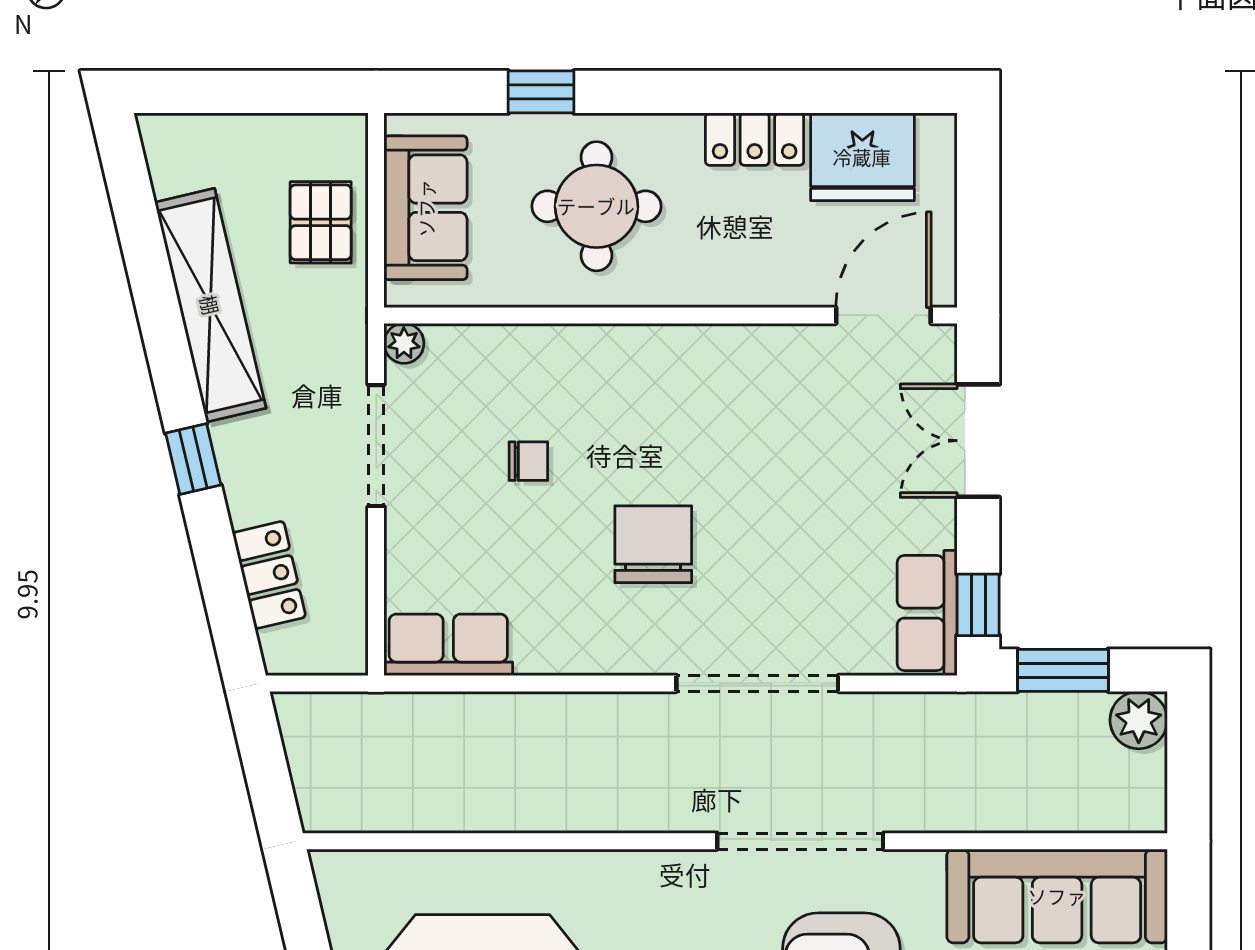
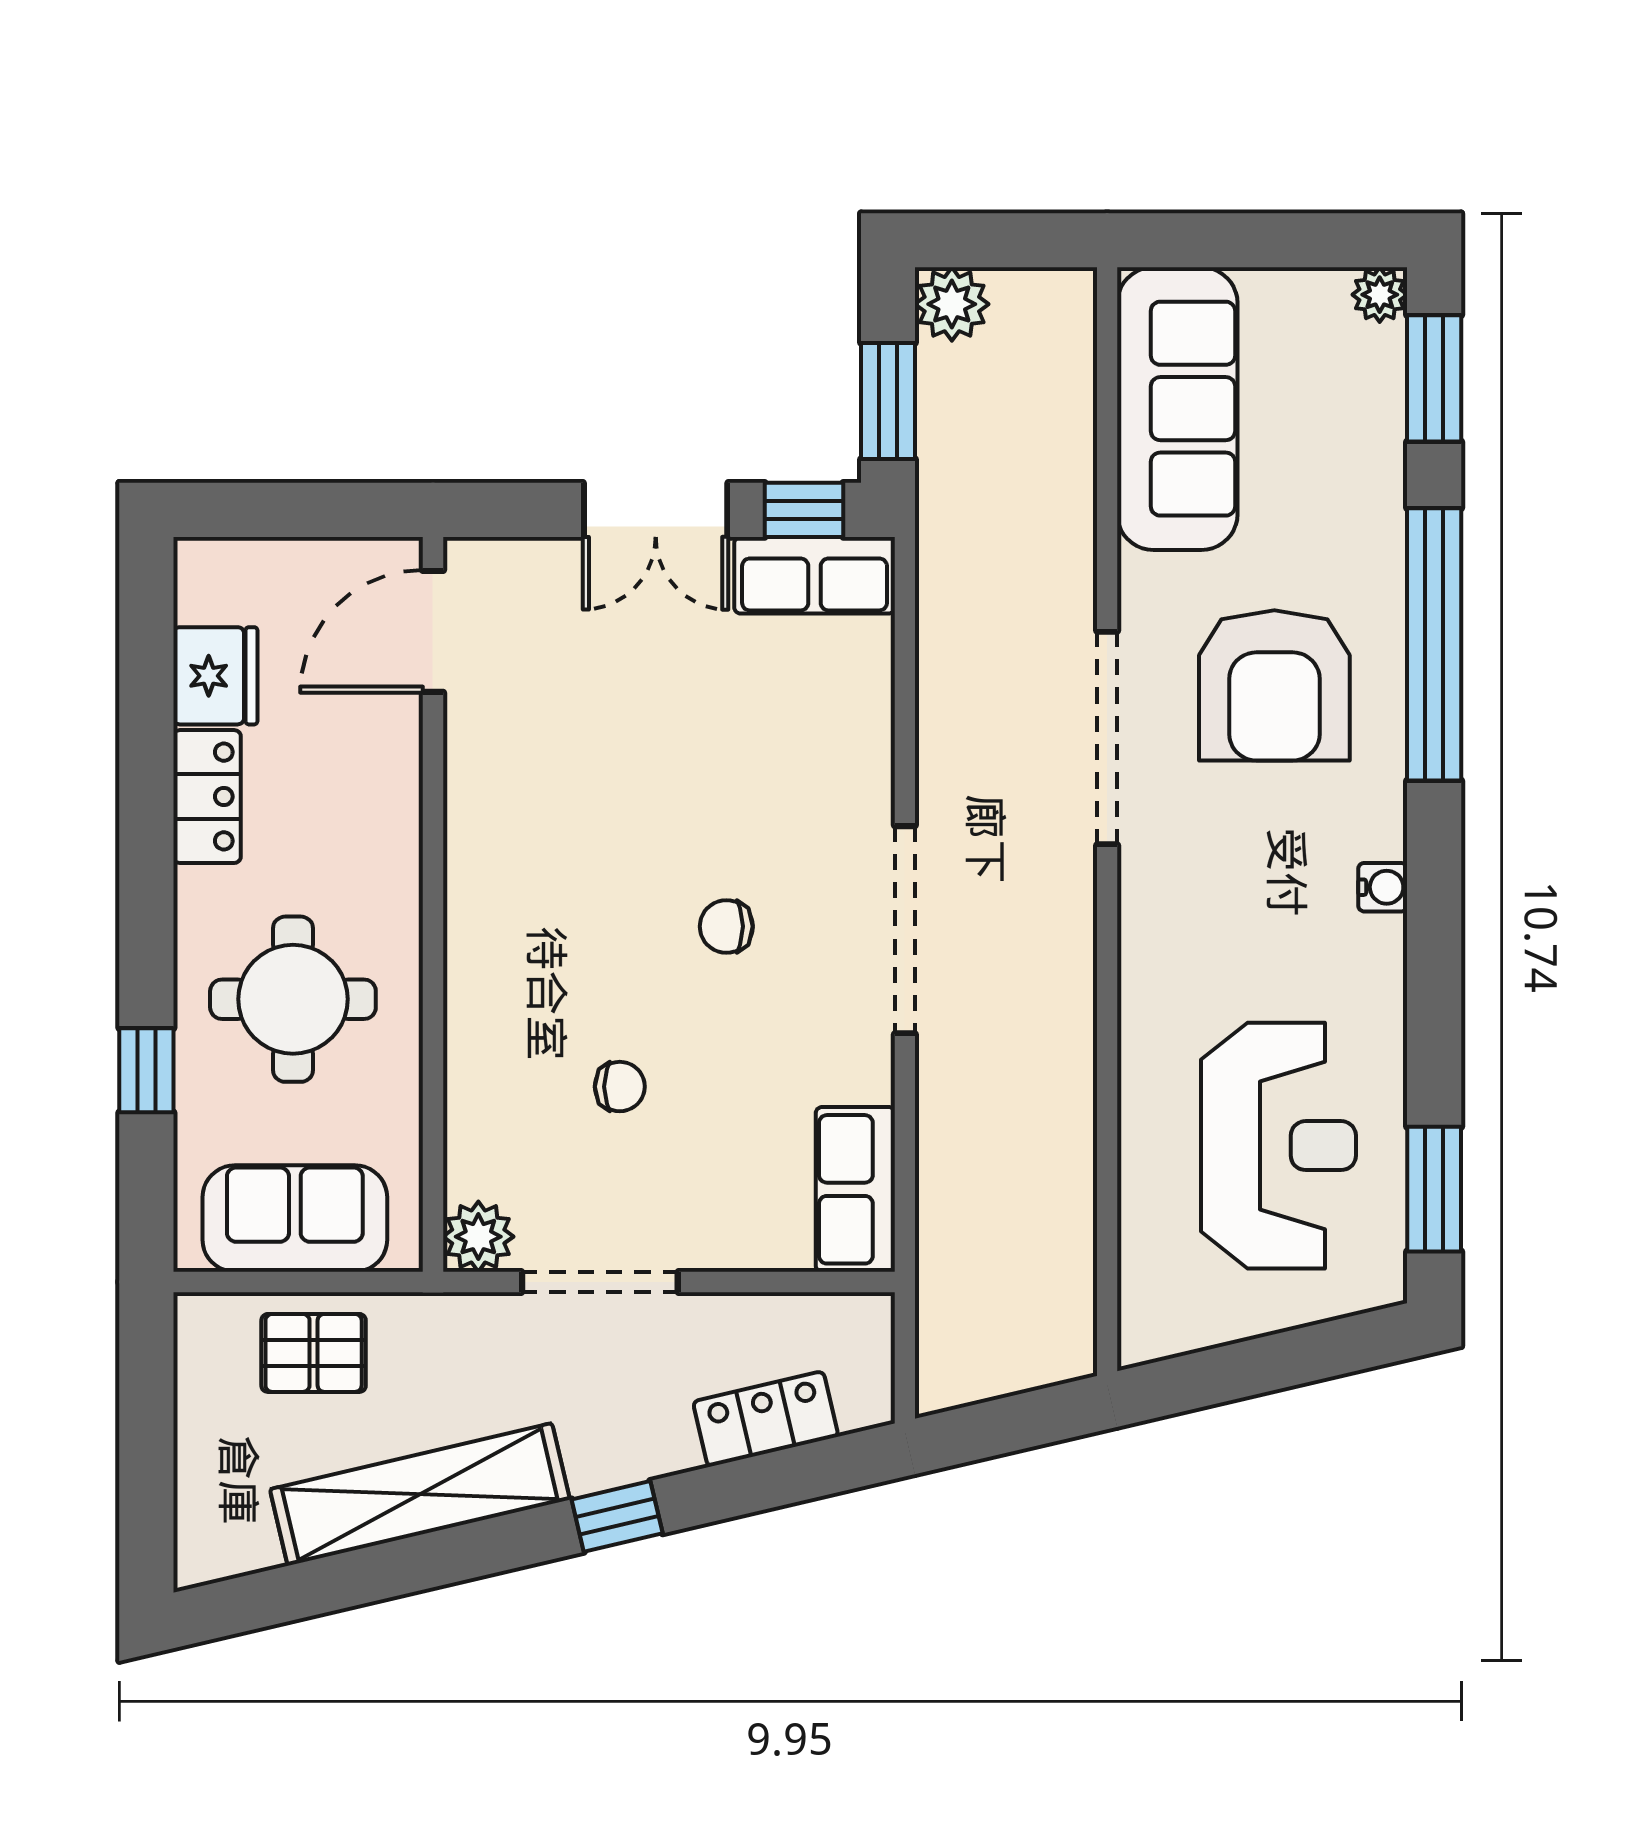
fridge: (862, 157) -> (215, 676), width x0.73, depth x0.75
door: (883, 315) -> (433, 631), hinge flipped
plant: (404, 343) -> (478, 1237), width x1.38, depth x1.38
double door: (978, 441) -> (656, 510), moved
chair: (528, 461) -> (620, 1087), turned 90
chair: (653, 544) -> (726, 926), width x0.54, depth x0.54
doorway: (757, 683) -> (905, 930), moved

